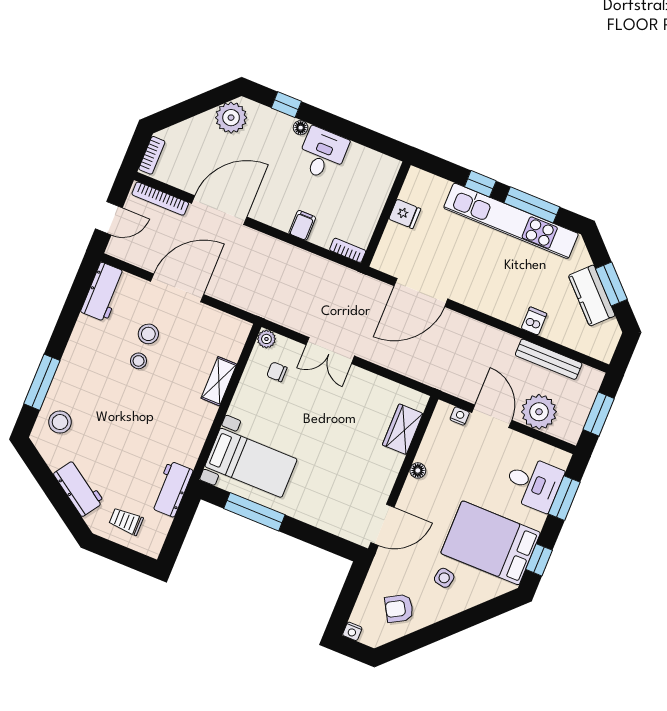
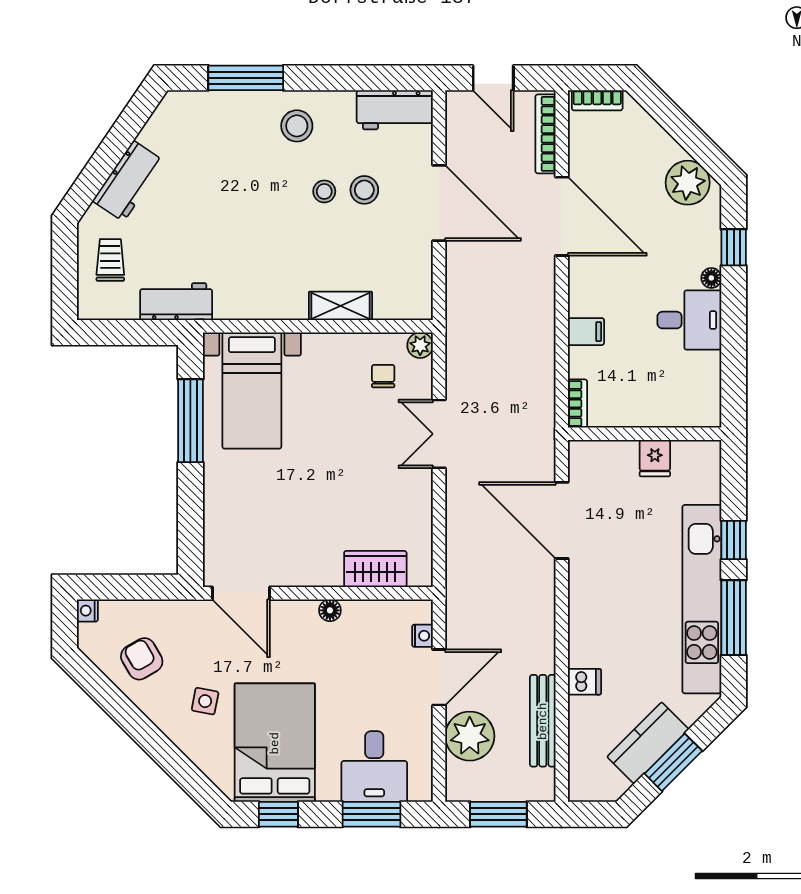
stool: (60, 422) -> (297, 126), moved

